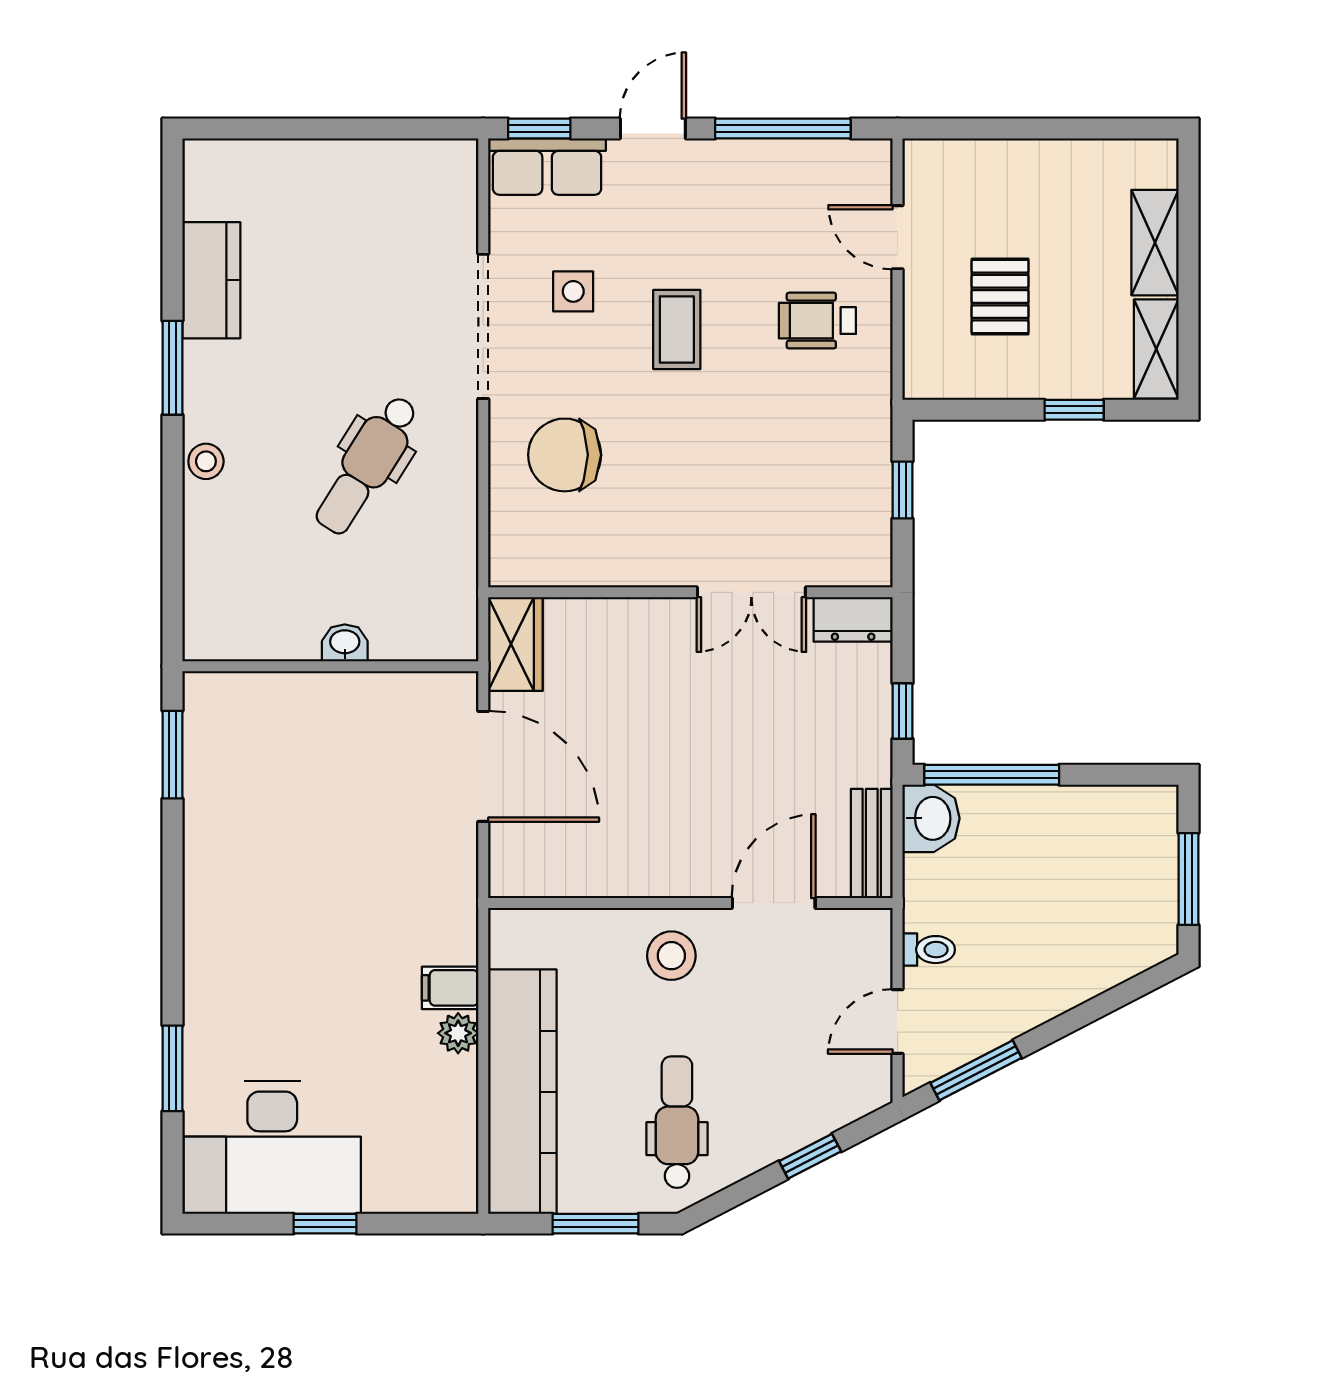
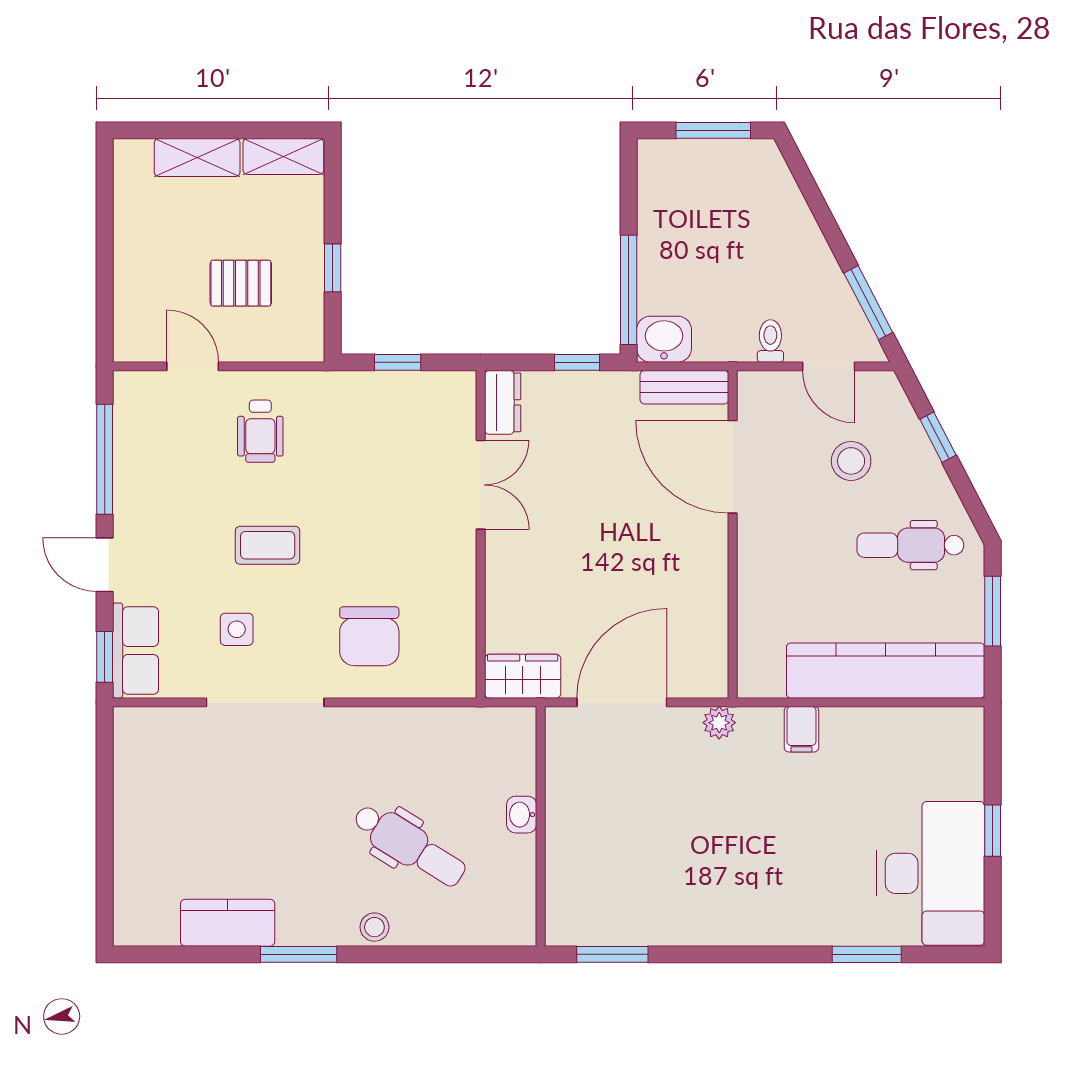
door: (898, 237) -> (193, 366), swing flipped
window: (1074, 410) -> (333, 268), moved
dental chair: (367, 465) -> (409, 845), moved
door: (774, 903) -> (733, 467), width x1.36
stool: (671, 956) -> (851, 461), moved
plant: (458, 1033) -> (719, 723), moved

